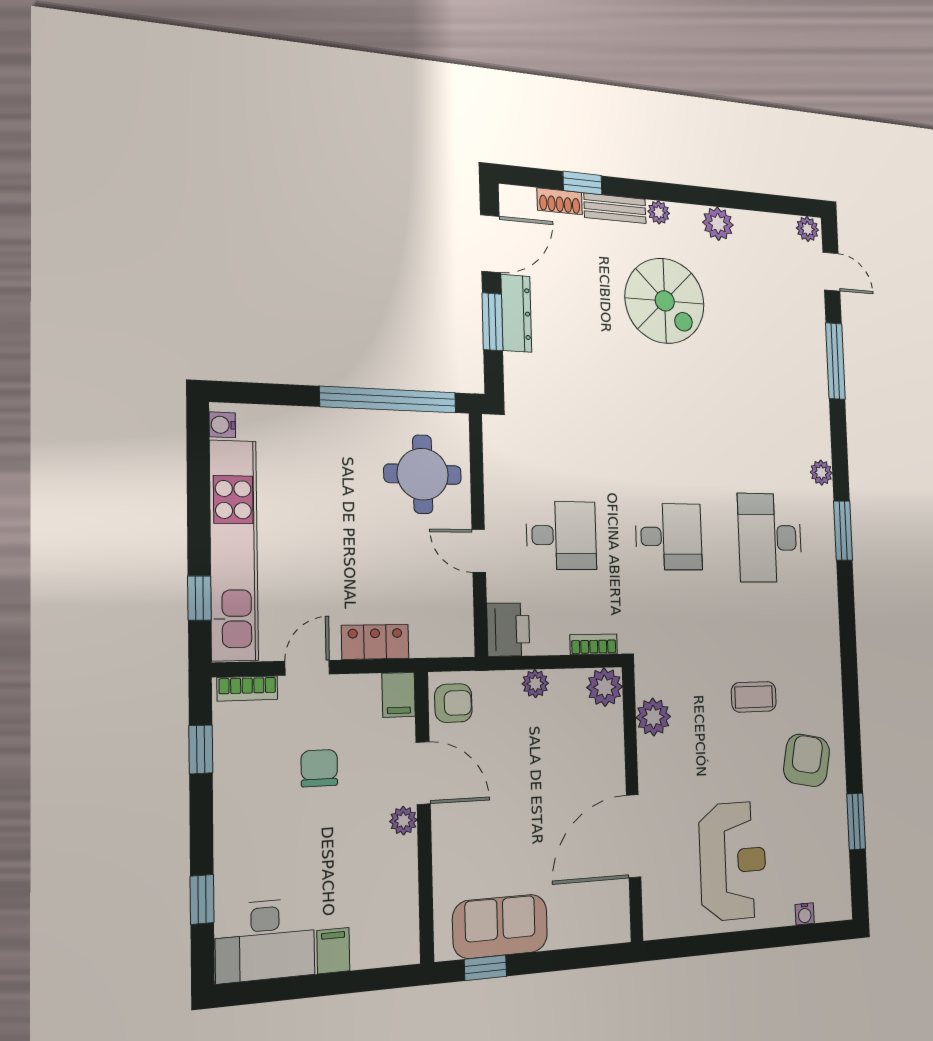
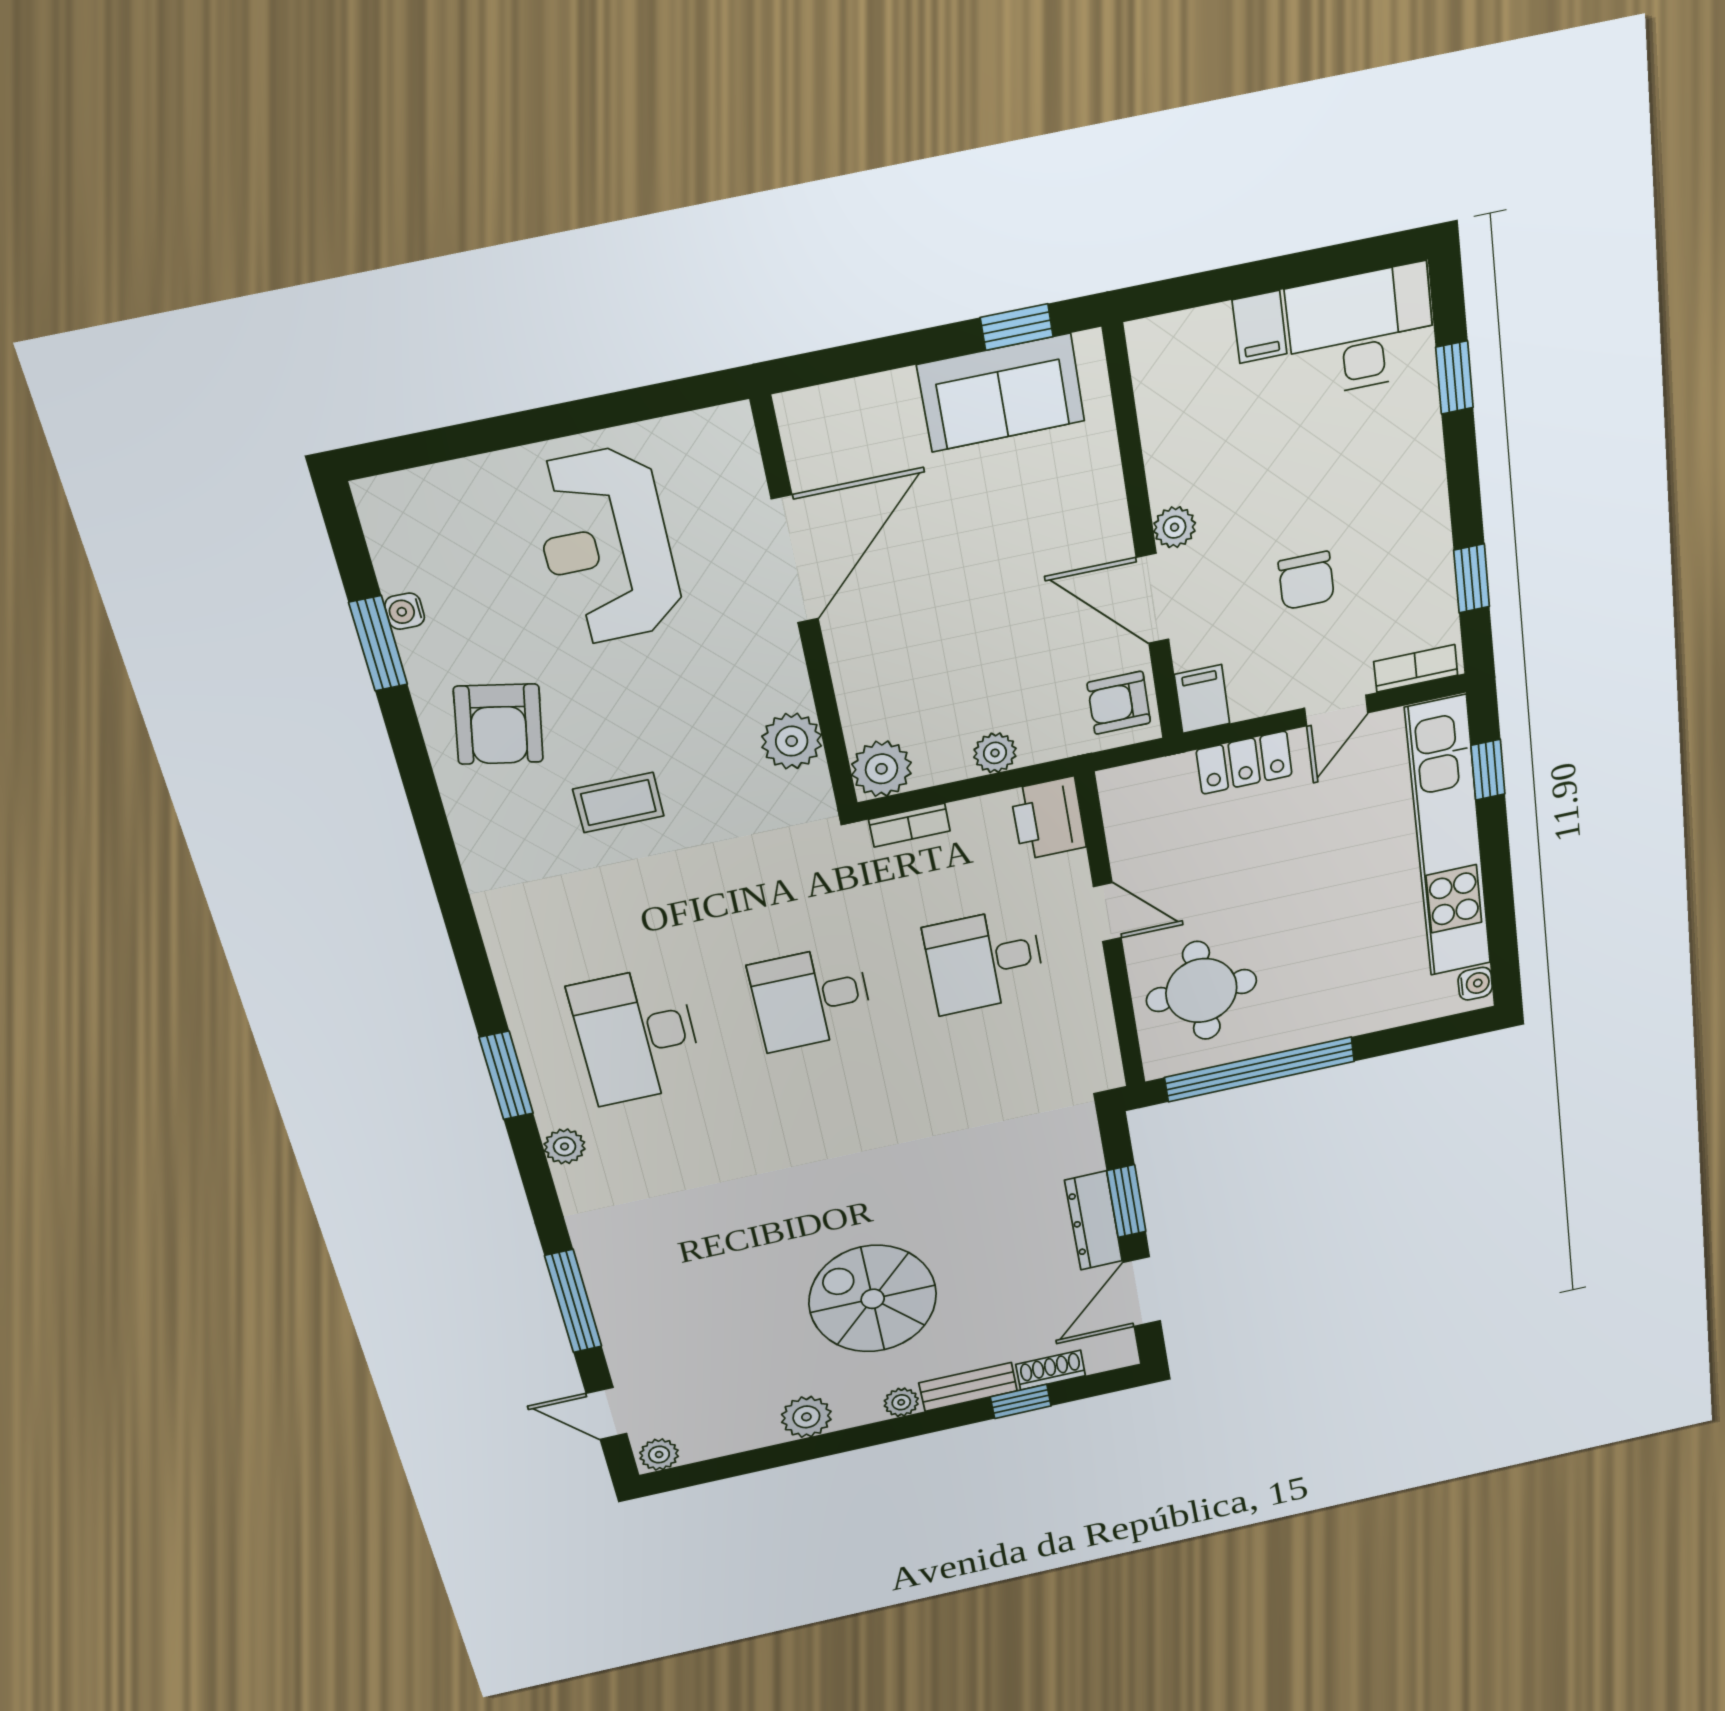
desk: (770, 538) -> (637, 1036), turned 180
water cooler: (805, 914) -> (405, 611), moved, turned -90

